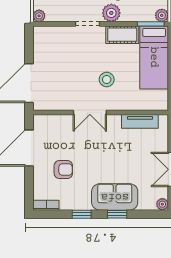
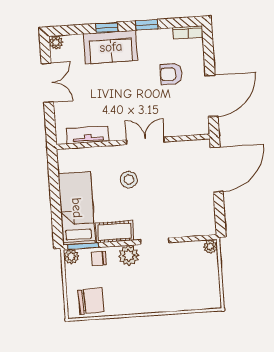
chair: (138, 12) -> (99, 258), added

